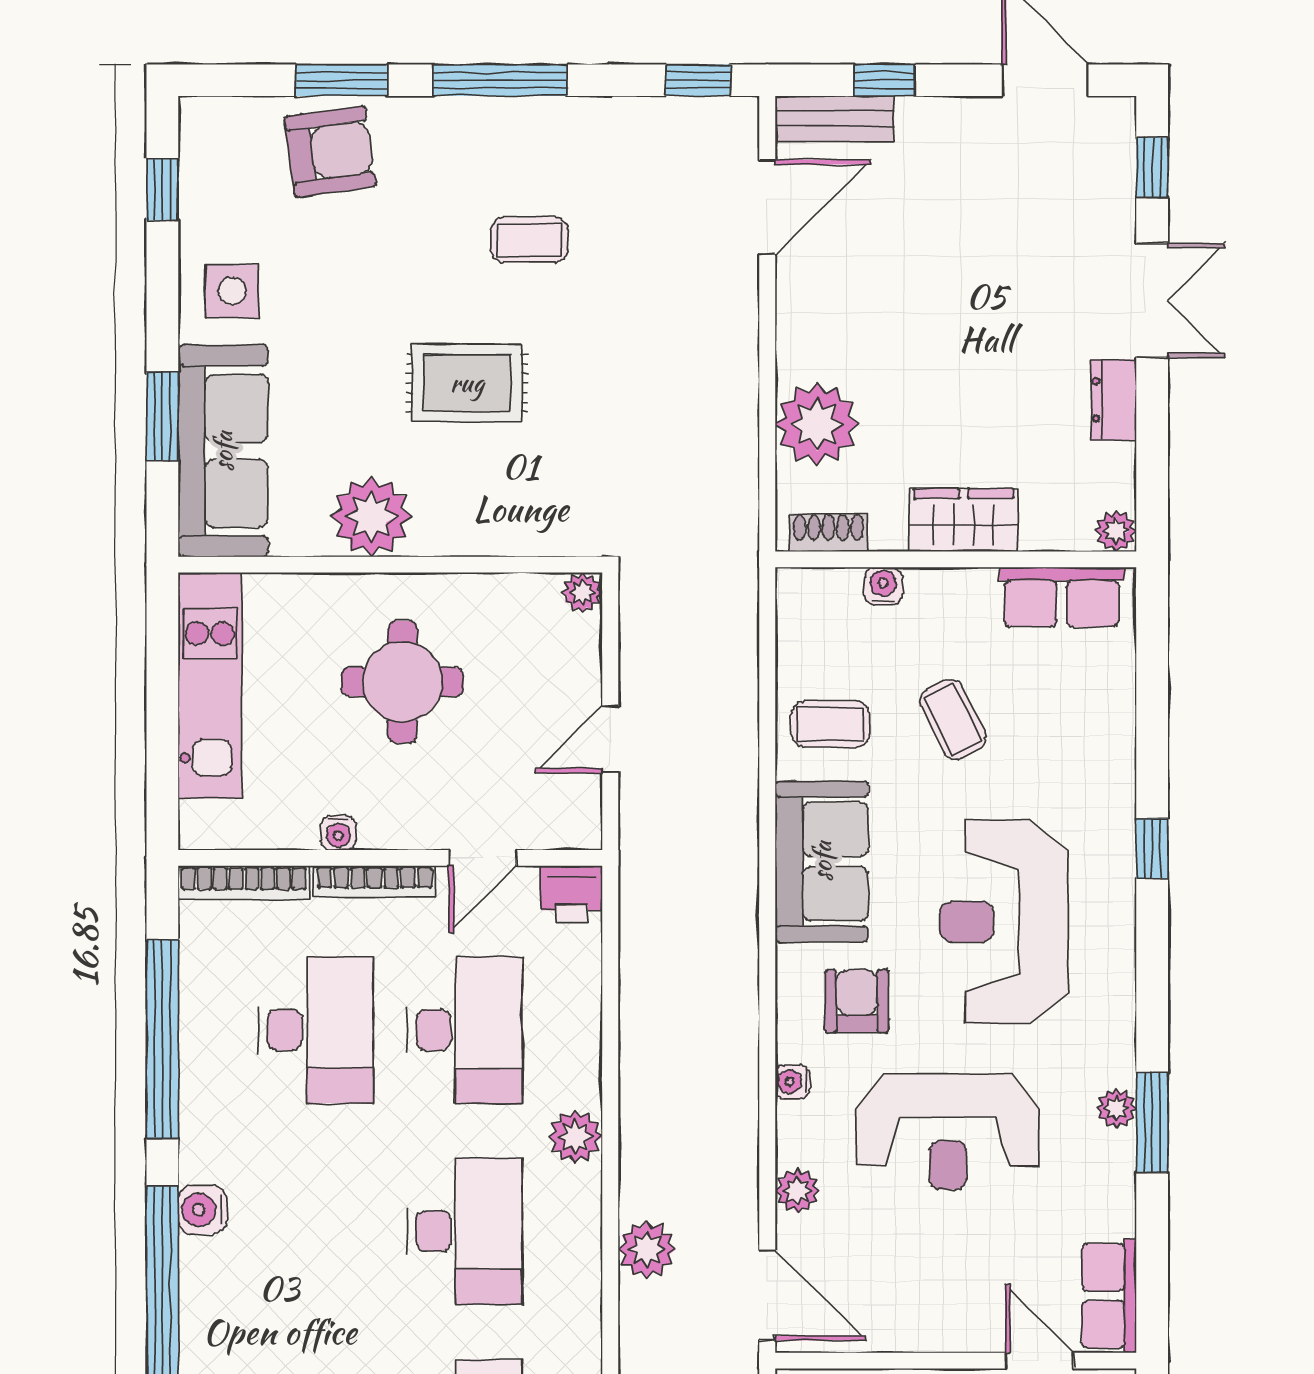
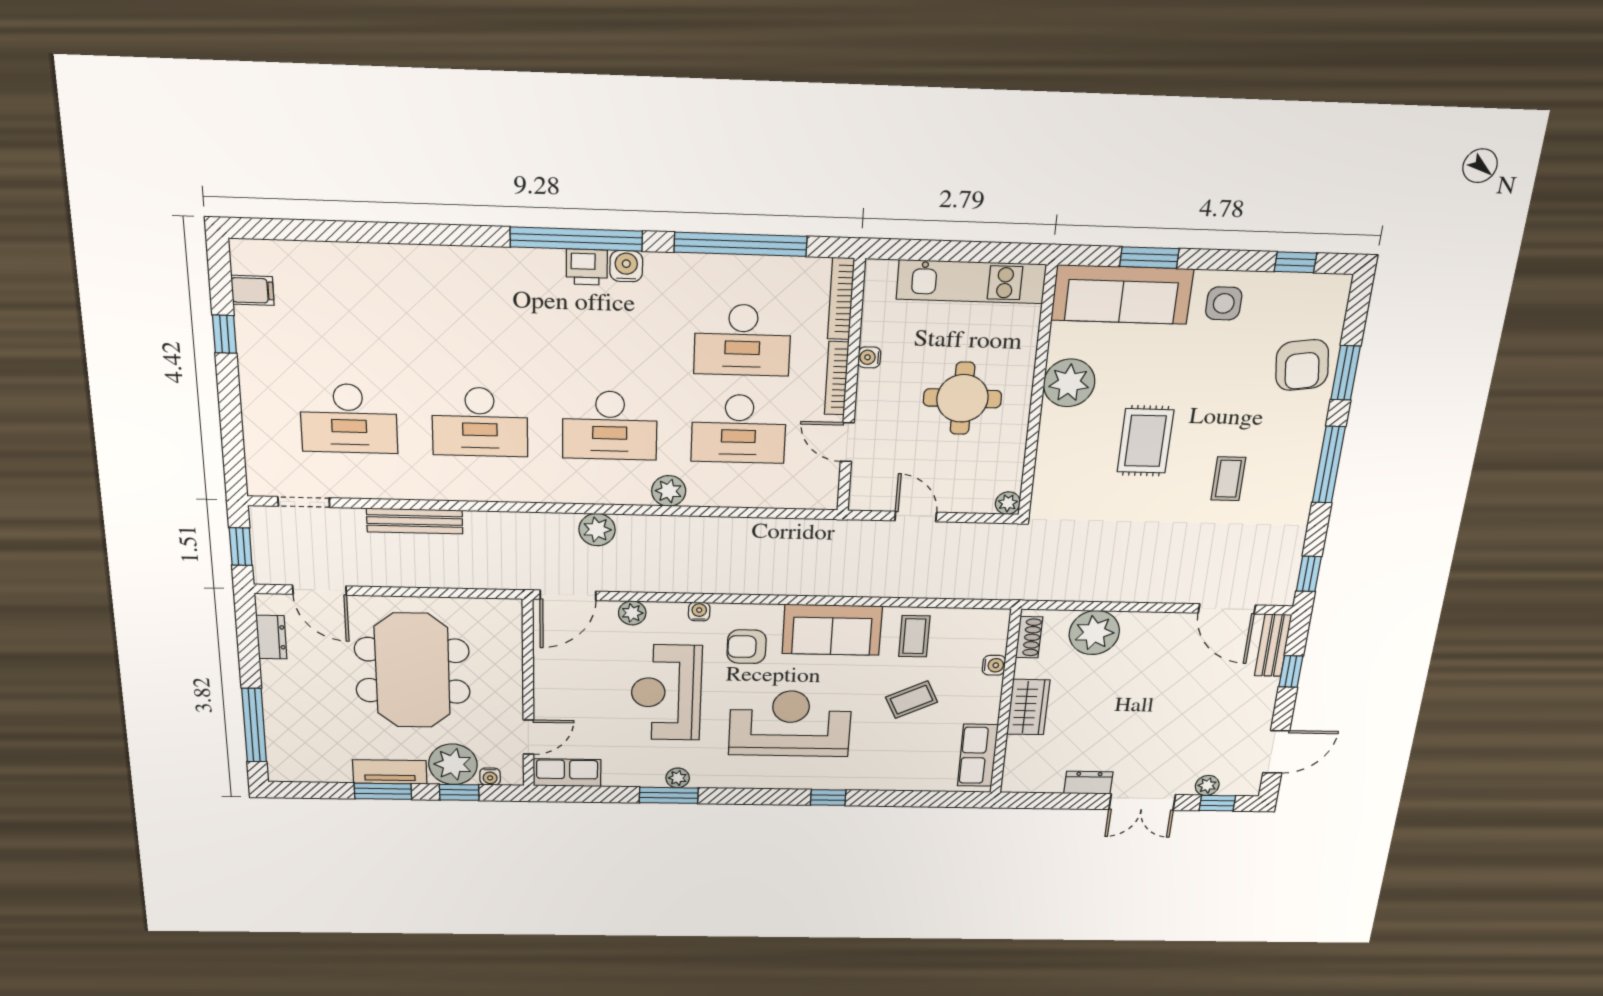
plant: (1116, 531) -> (1207, 785), moved
printer: (572, 894) -> (587, 267), moved, turned -90
armchair: (857, 1001) -> (747, 647), turned 180

